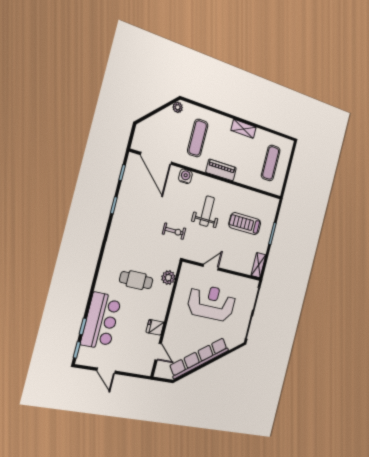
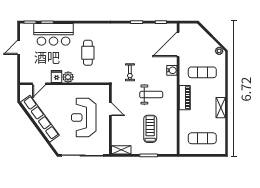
plant: (168, 278) -> (68, 77), moved
reception desk: (212, 303) -> (84, 117), turned 180

